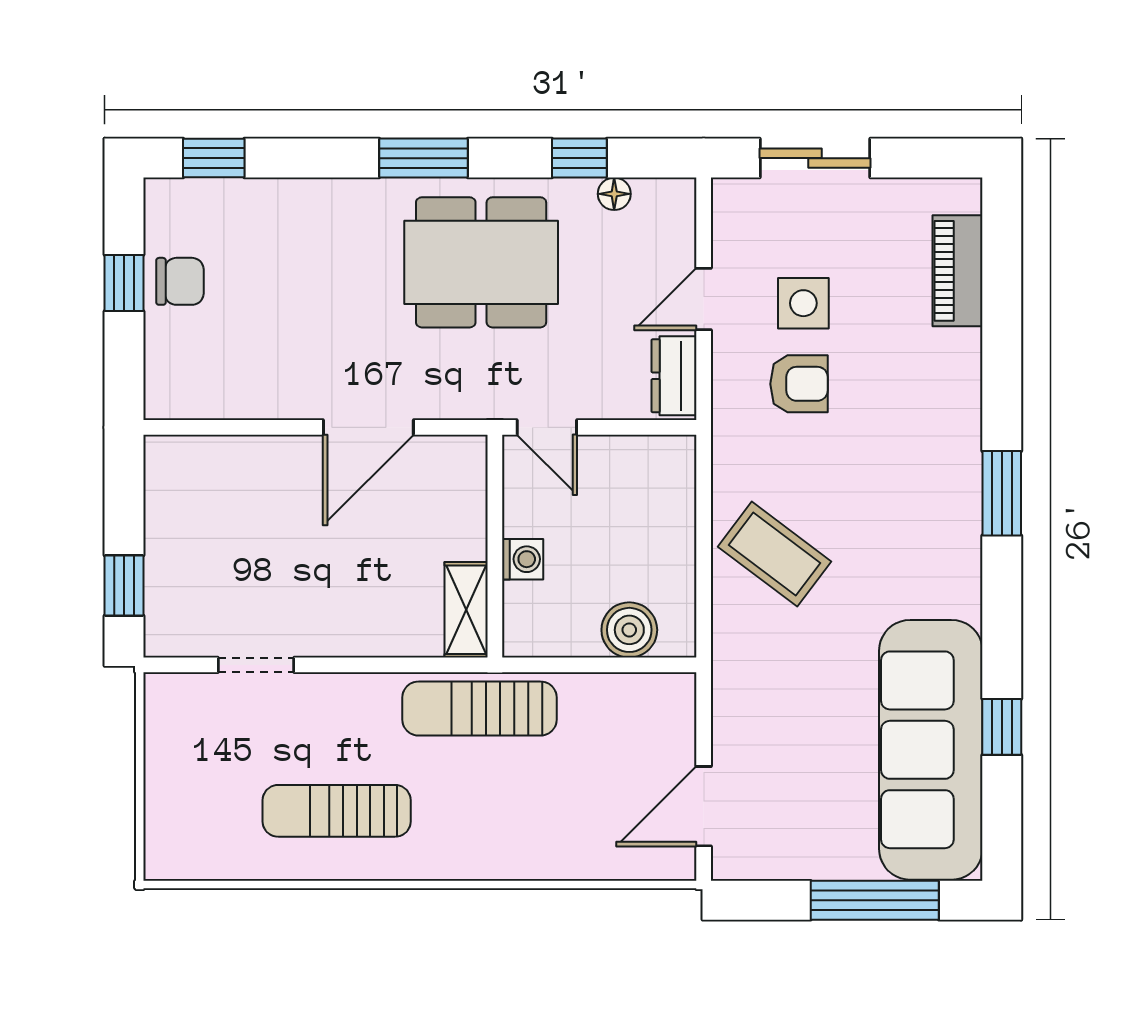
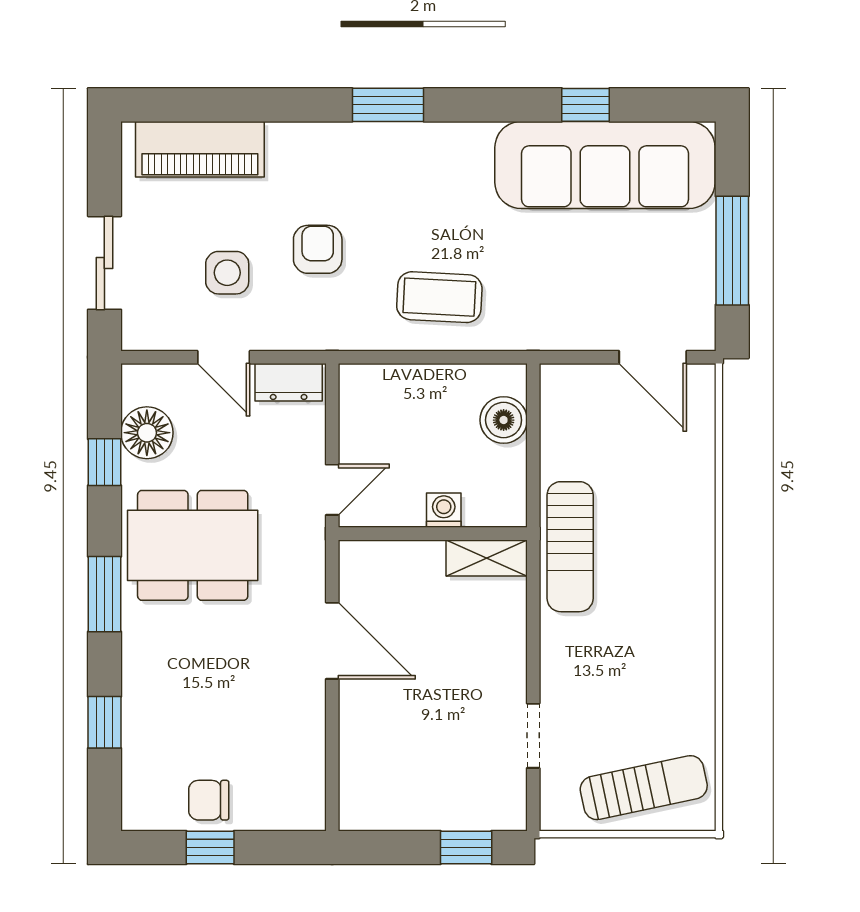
window: (214, 158) -> (104, 722), moved
floor lamp: (614, 194) -> (147, 433), width x1.89, depth x1.89
dining table: (481, 262) -> (193, 545), turned 90
piano: (958, 271) -> (200, 149), width x1.37, depth x1.33
chair: (180, 281) -> (209, 800), turned -90
armchair: (799, 384) -> (318, 249), moved
coffee table: (775, 554) -> (439, 297), turned 56
sun lounger: (337, 811) -> (644, 788), moved, turned -102
window: (875, 900) -> (732, 251), moved

